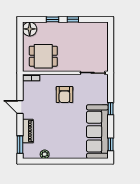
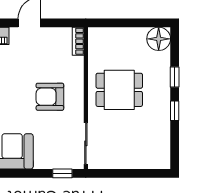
dining table: (43, 56) -> (119, 90), moved, turned 90
window: (111, 109) -> (62, 173), moved

